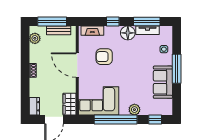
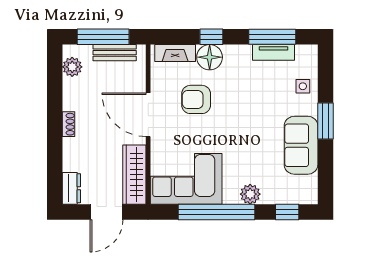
floor lamp: (128, 33) -> (210, 57), moved
window: (177, 69) -> (325, 121), width x0.69
wardrobe: (70, 104) -> (134, 175), width x1.50

